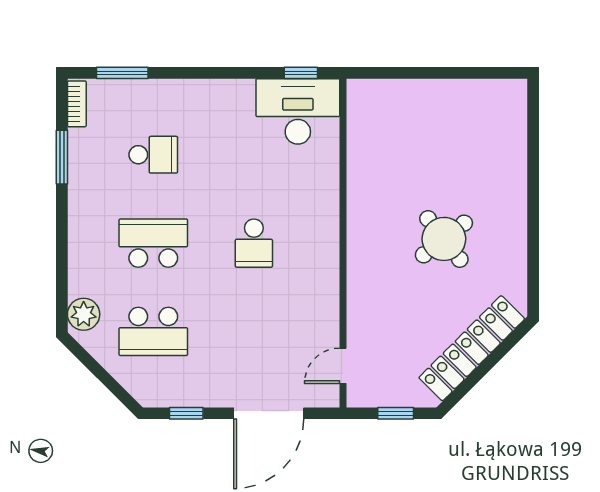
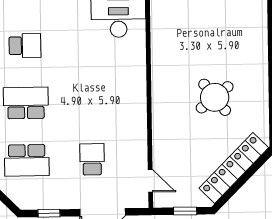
school desk: (254, 243) -> (92, 159), moved, turned 180
door: (343, 366) -> (150, 181), swing flipped

